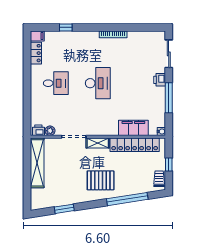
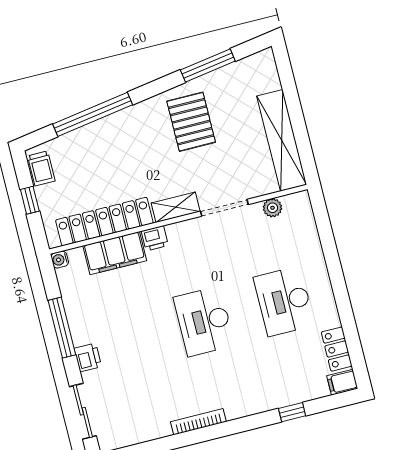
desk: (56, 83) -> (284, 301), width x1.37
printer: (38, 130) -> (155, 238), moved
pallet: (101, 180) -> (191, 122), moved, turned 90
window: (64, 209) -> (208, 66), width x1.44

